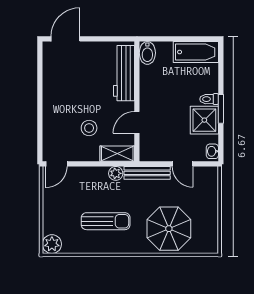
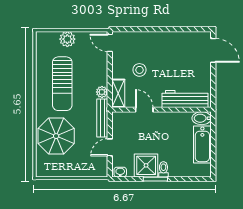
bathtub: (196, 52) -> (202, 145), moved
sun lounger: (106, 221) -> (62, 84), width x1.36, depth x1.34
plant: (52, 244) -> (67, 39), moved

